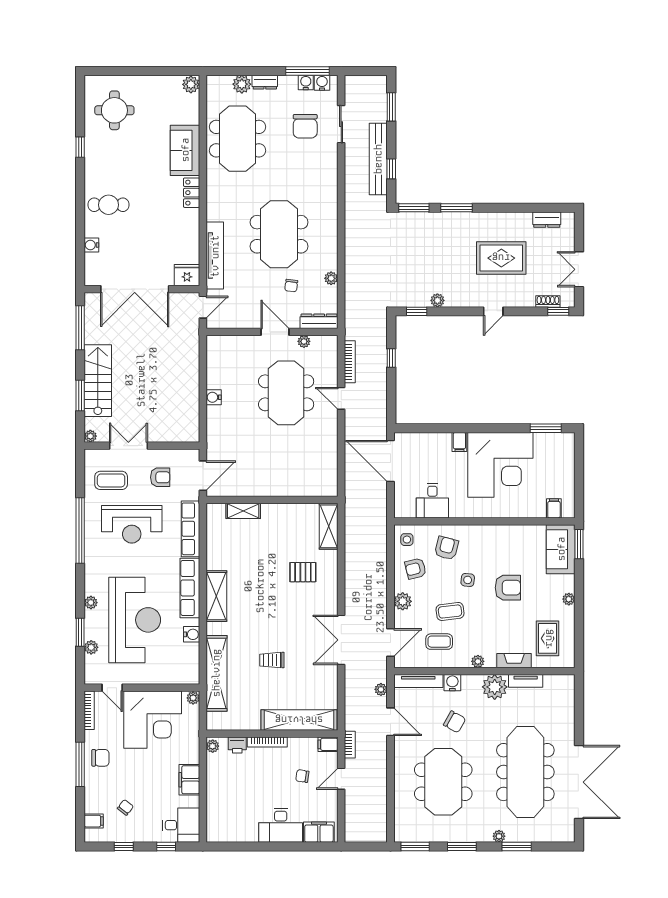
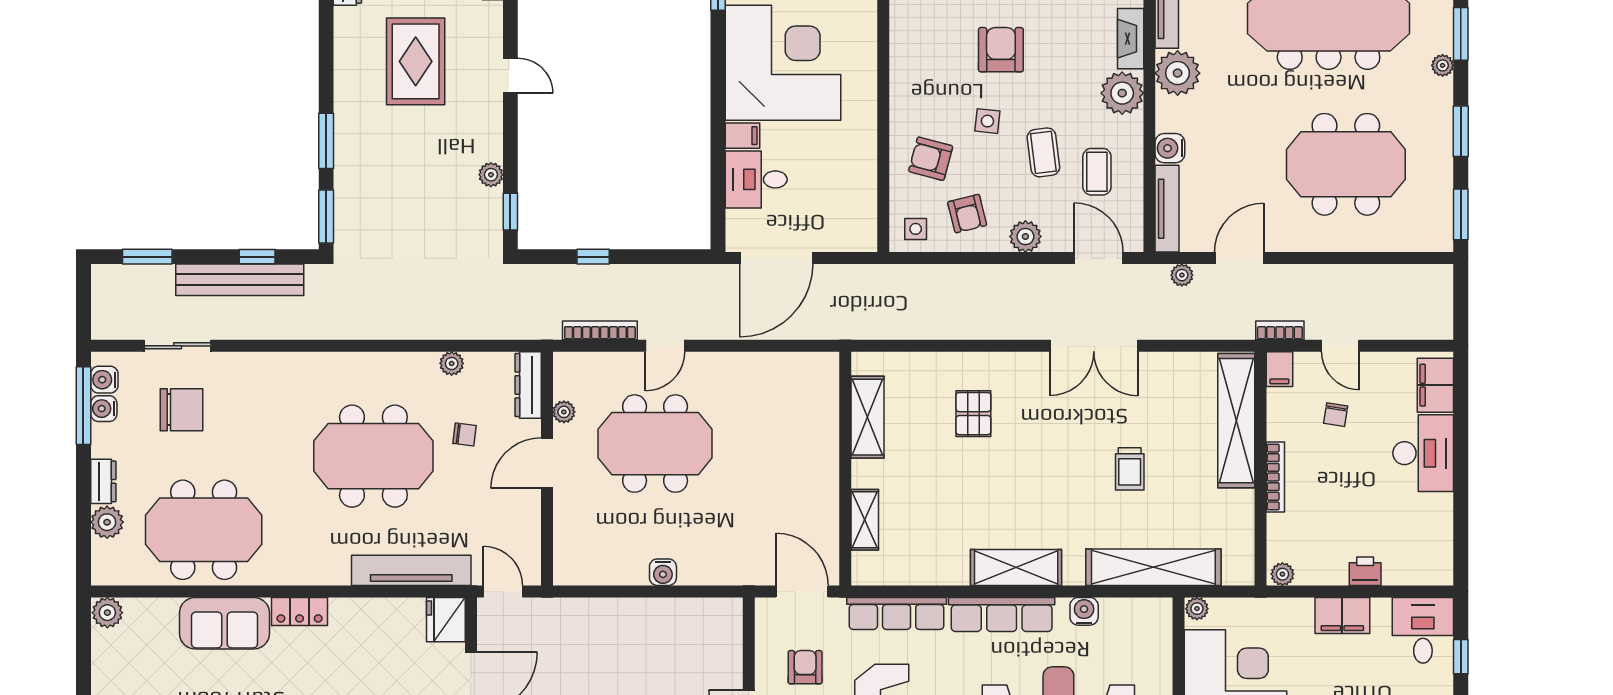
desk: (432, 501) -> (756, 179), moved, turned 180
shelving: (329, 526) -> (867, 417), moved, turned 90
plant: (478, 661) -> (1122, 93), width x1.87, depth x1.87
chair: (455, 722) -> (1239, 144), removed
printer: (237, 745) -> (1365, 571), moved, turned -90

